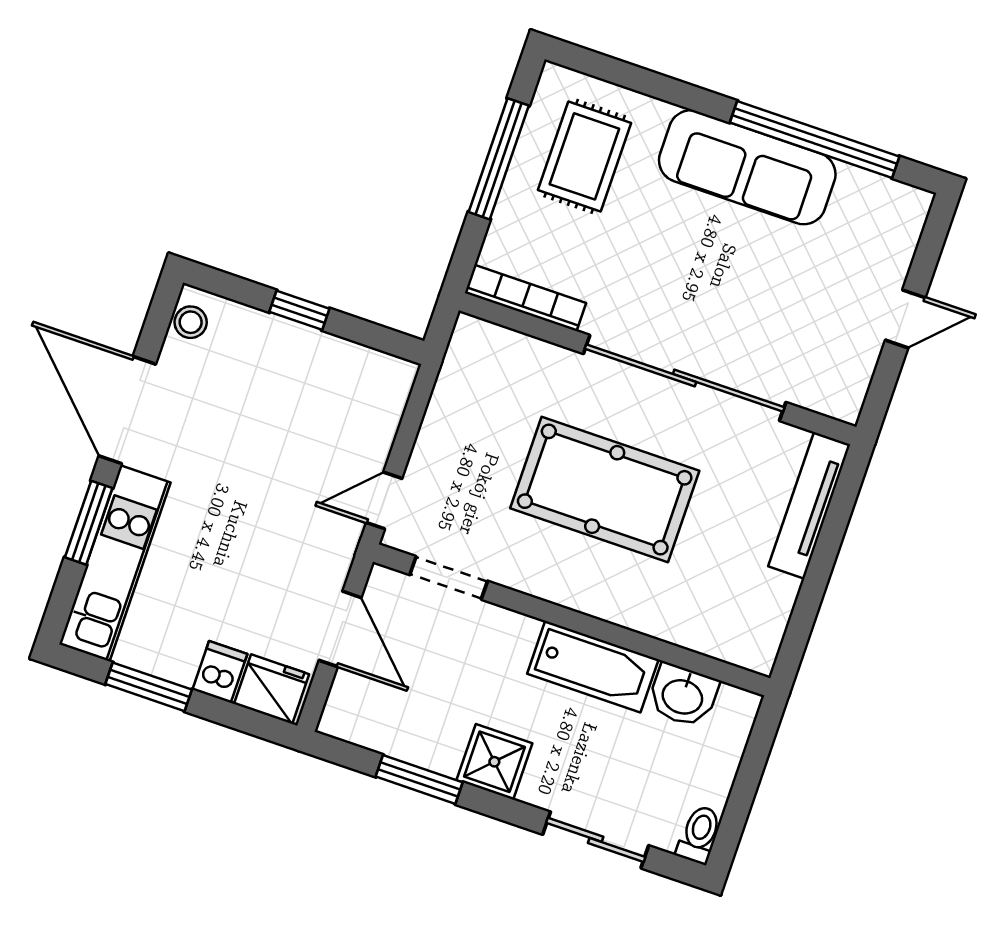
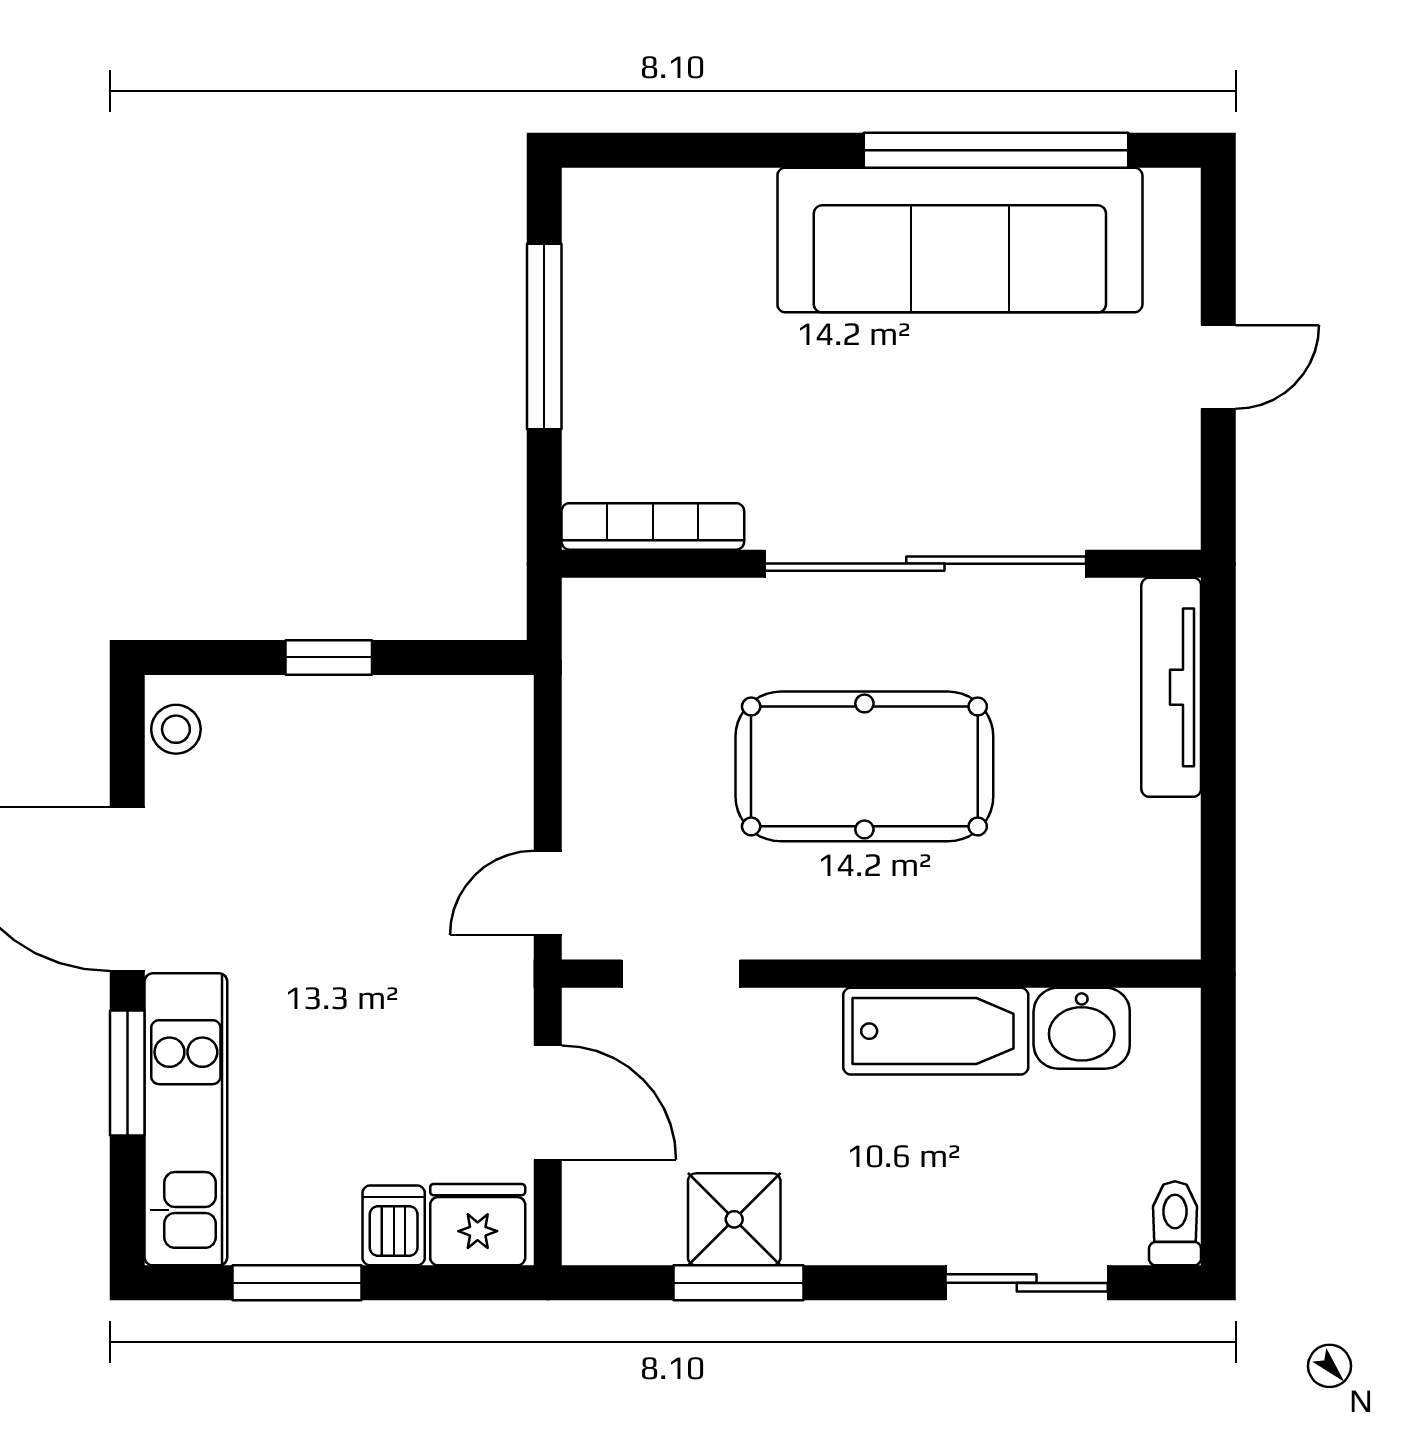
rug: (584, 156) -> (668, 290), removed
sofa: (747, 167) -> (960, 240), width x1.36, depth x1.27
shower: (494, 762) -> (734, 1219), moved

